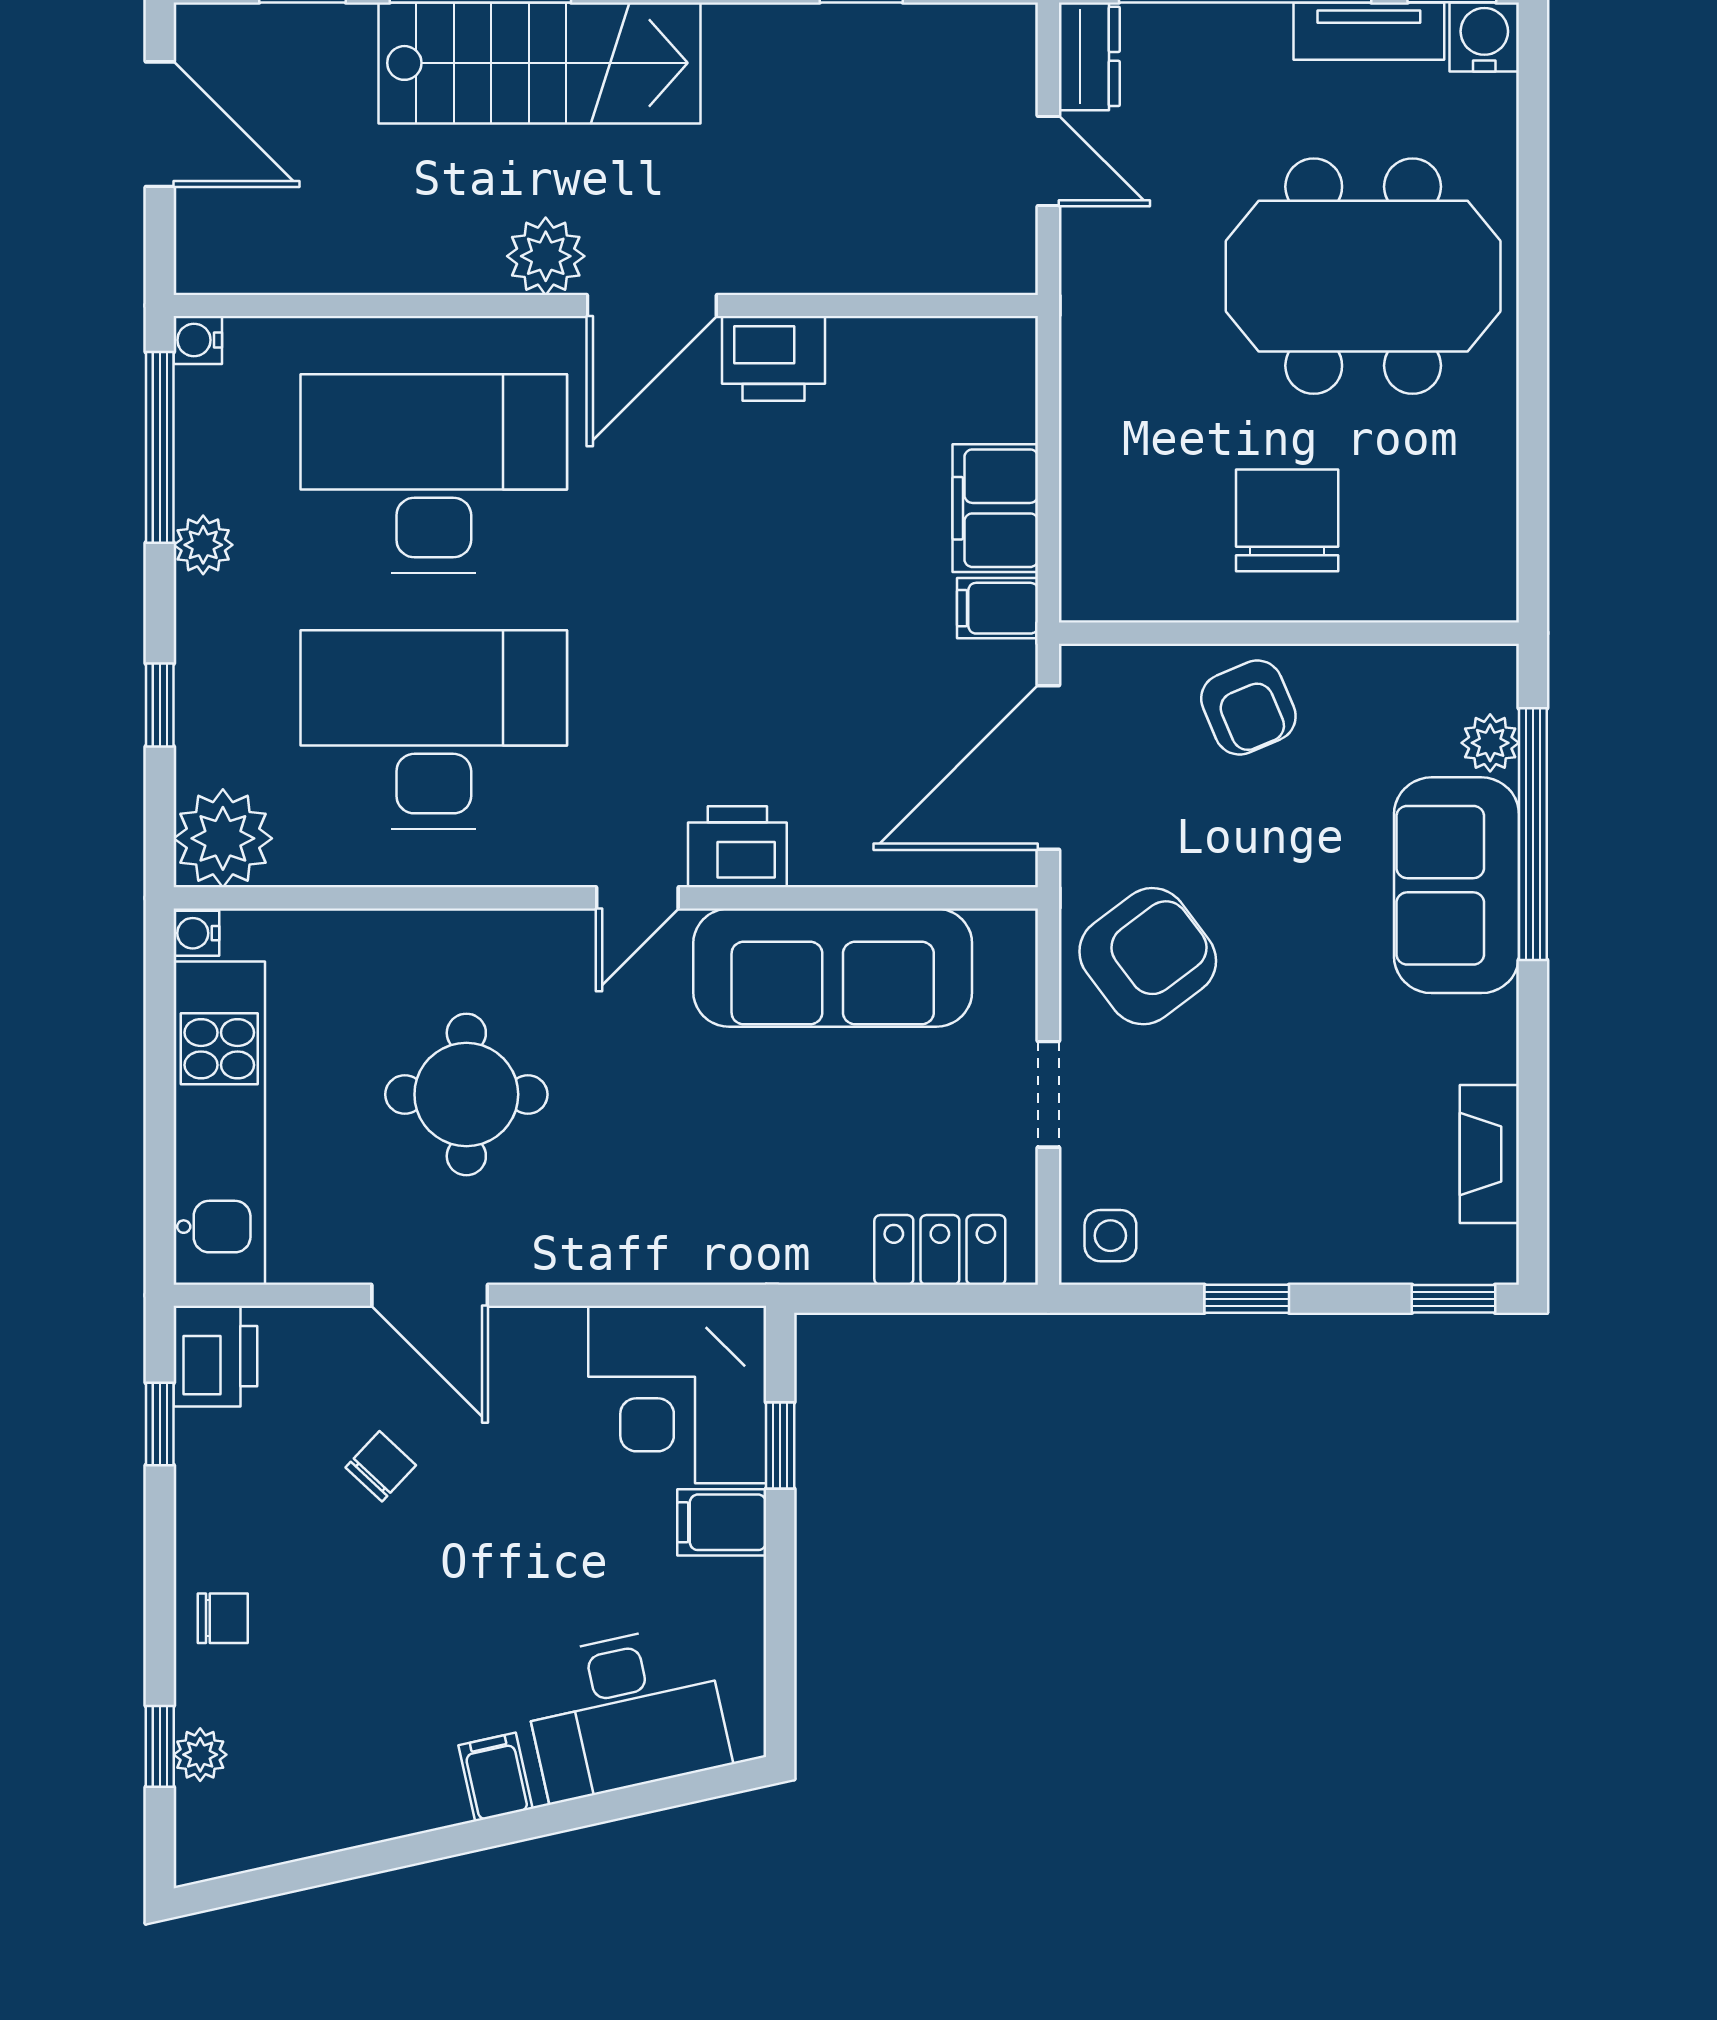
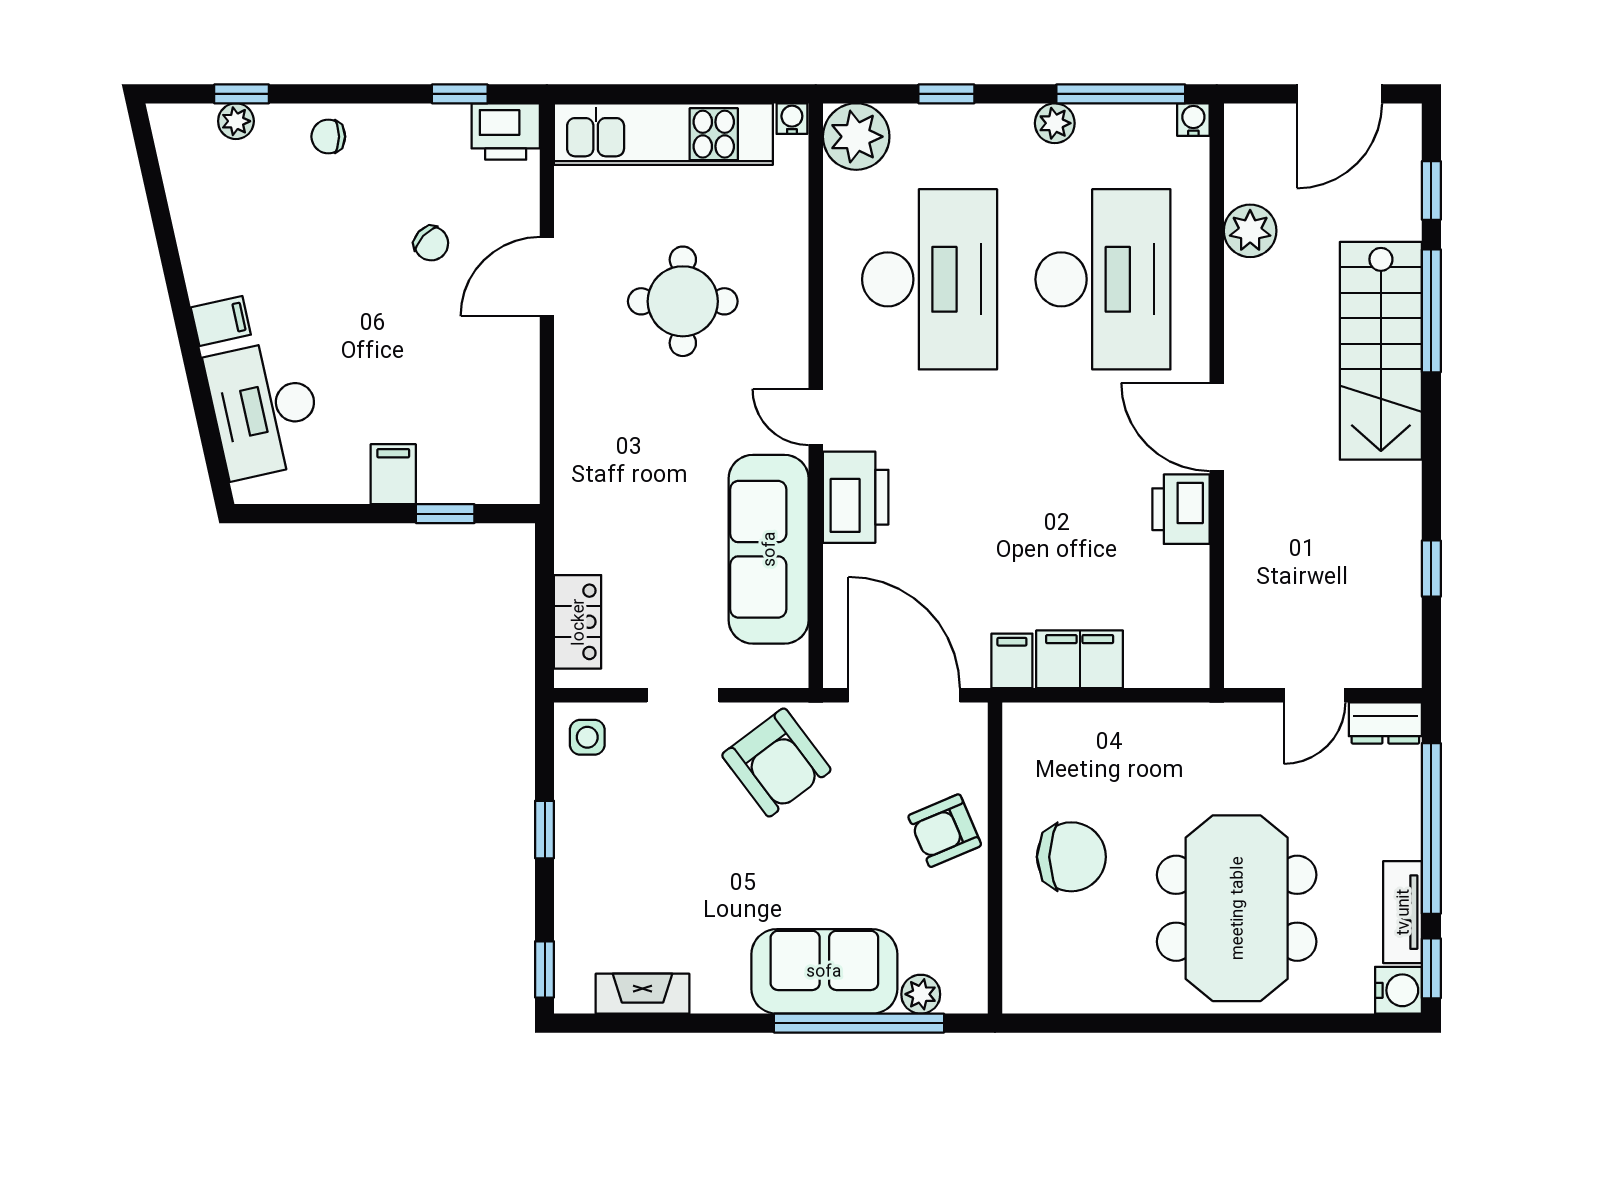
plant: (546, 256) -> (1250, 231), moved
printer: (737, 847) -> (856, 497), width x1.37, depth x1.19
corner desk: (677, 1395) -> (480, 444), removed
chair: (223, 1618) -> (328, 137), turned 90

